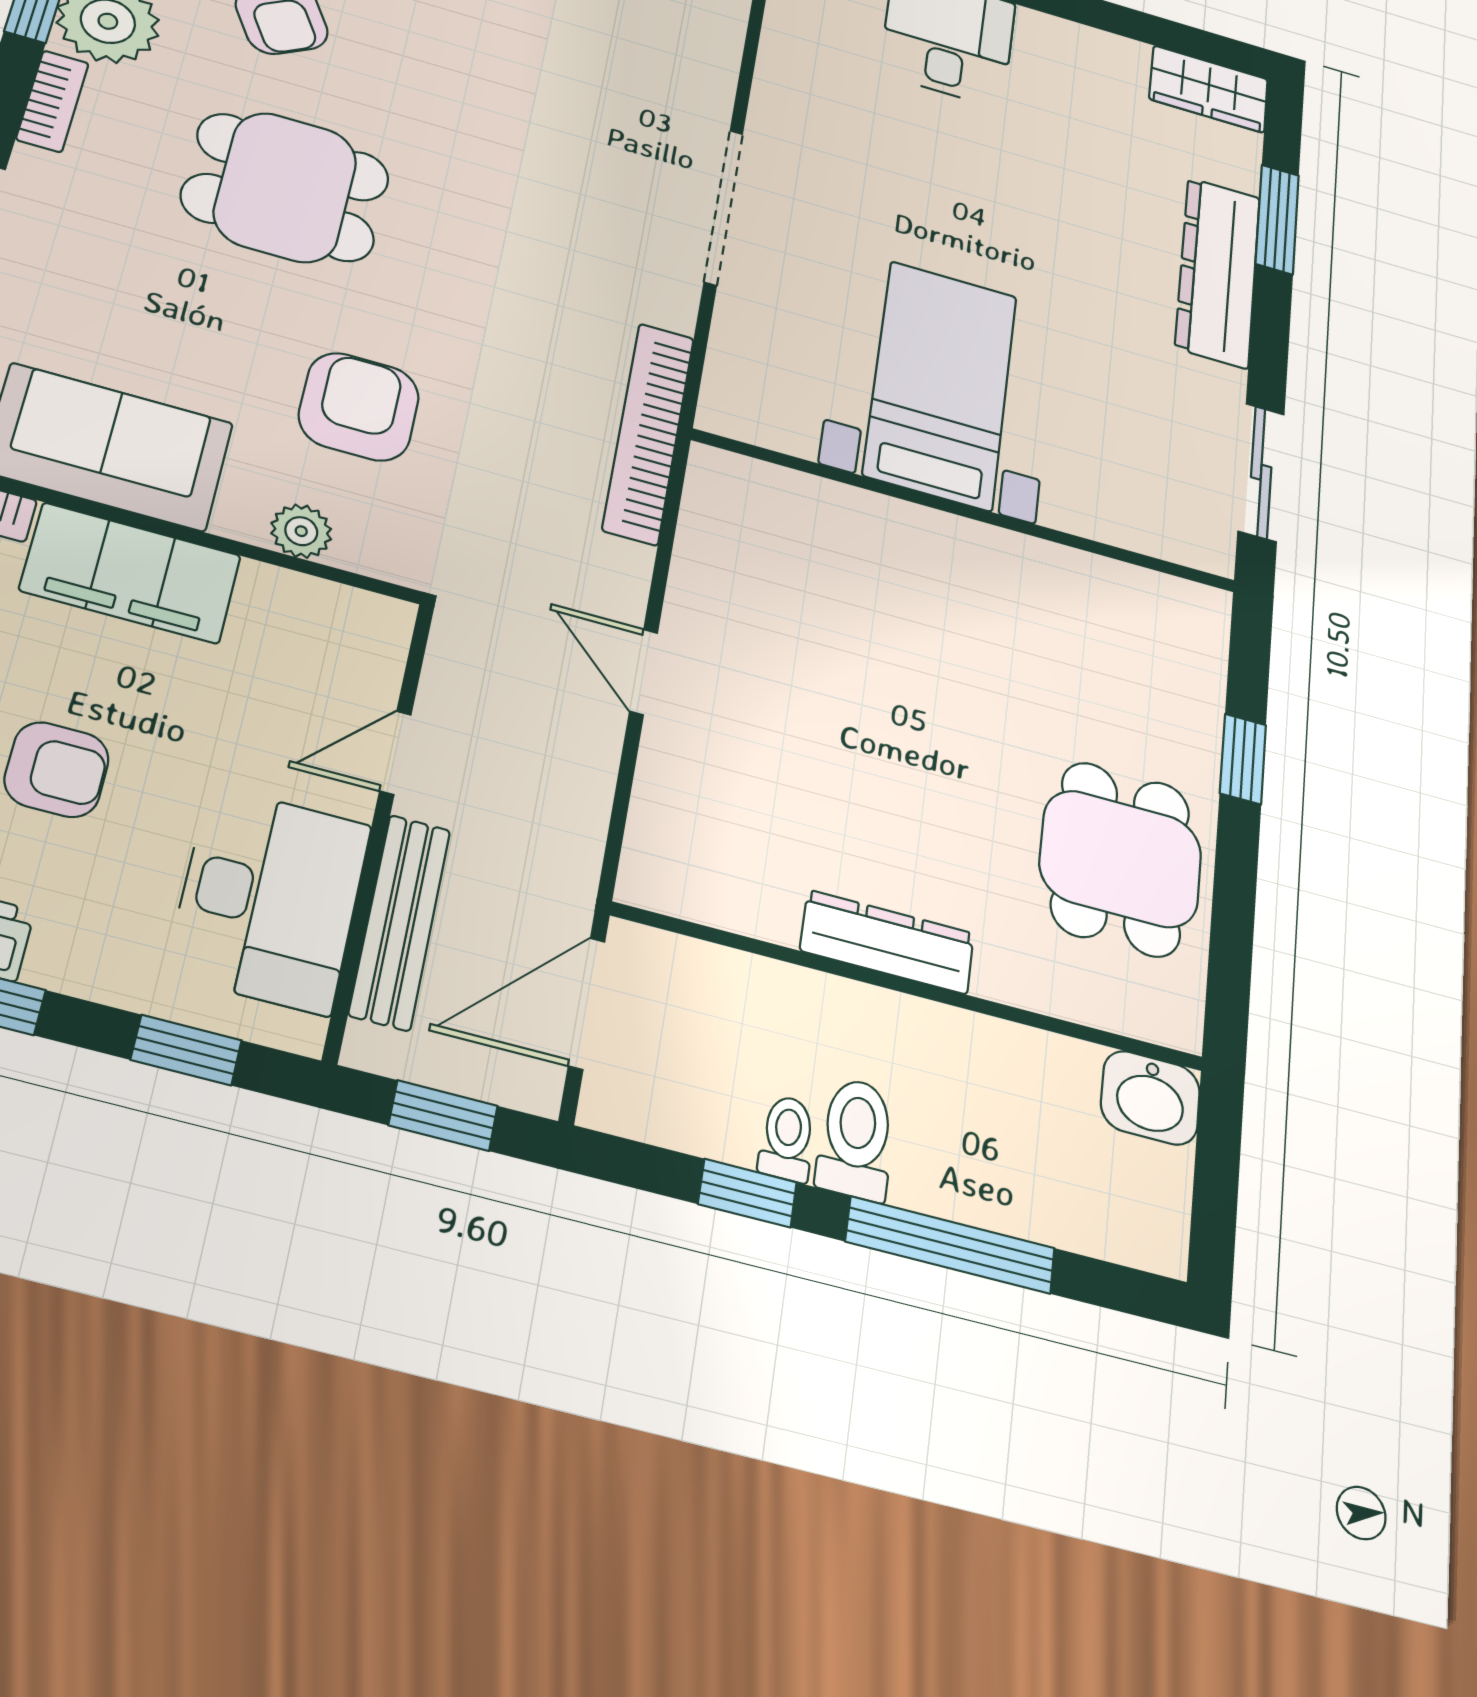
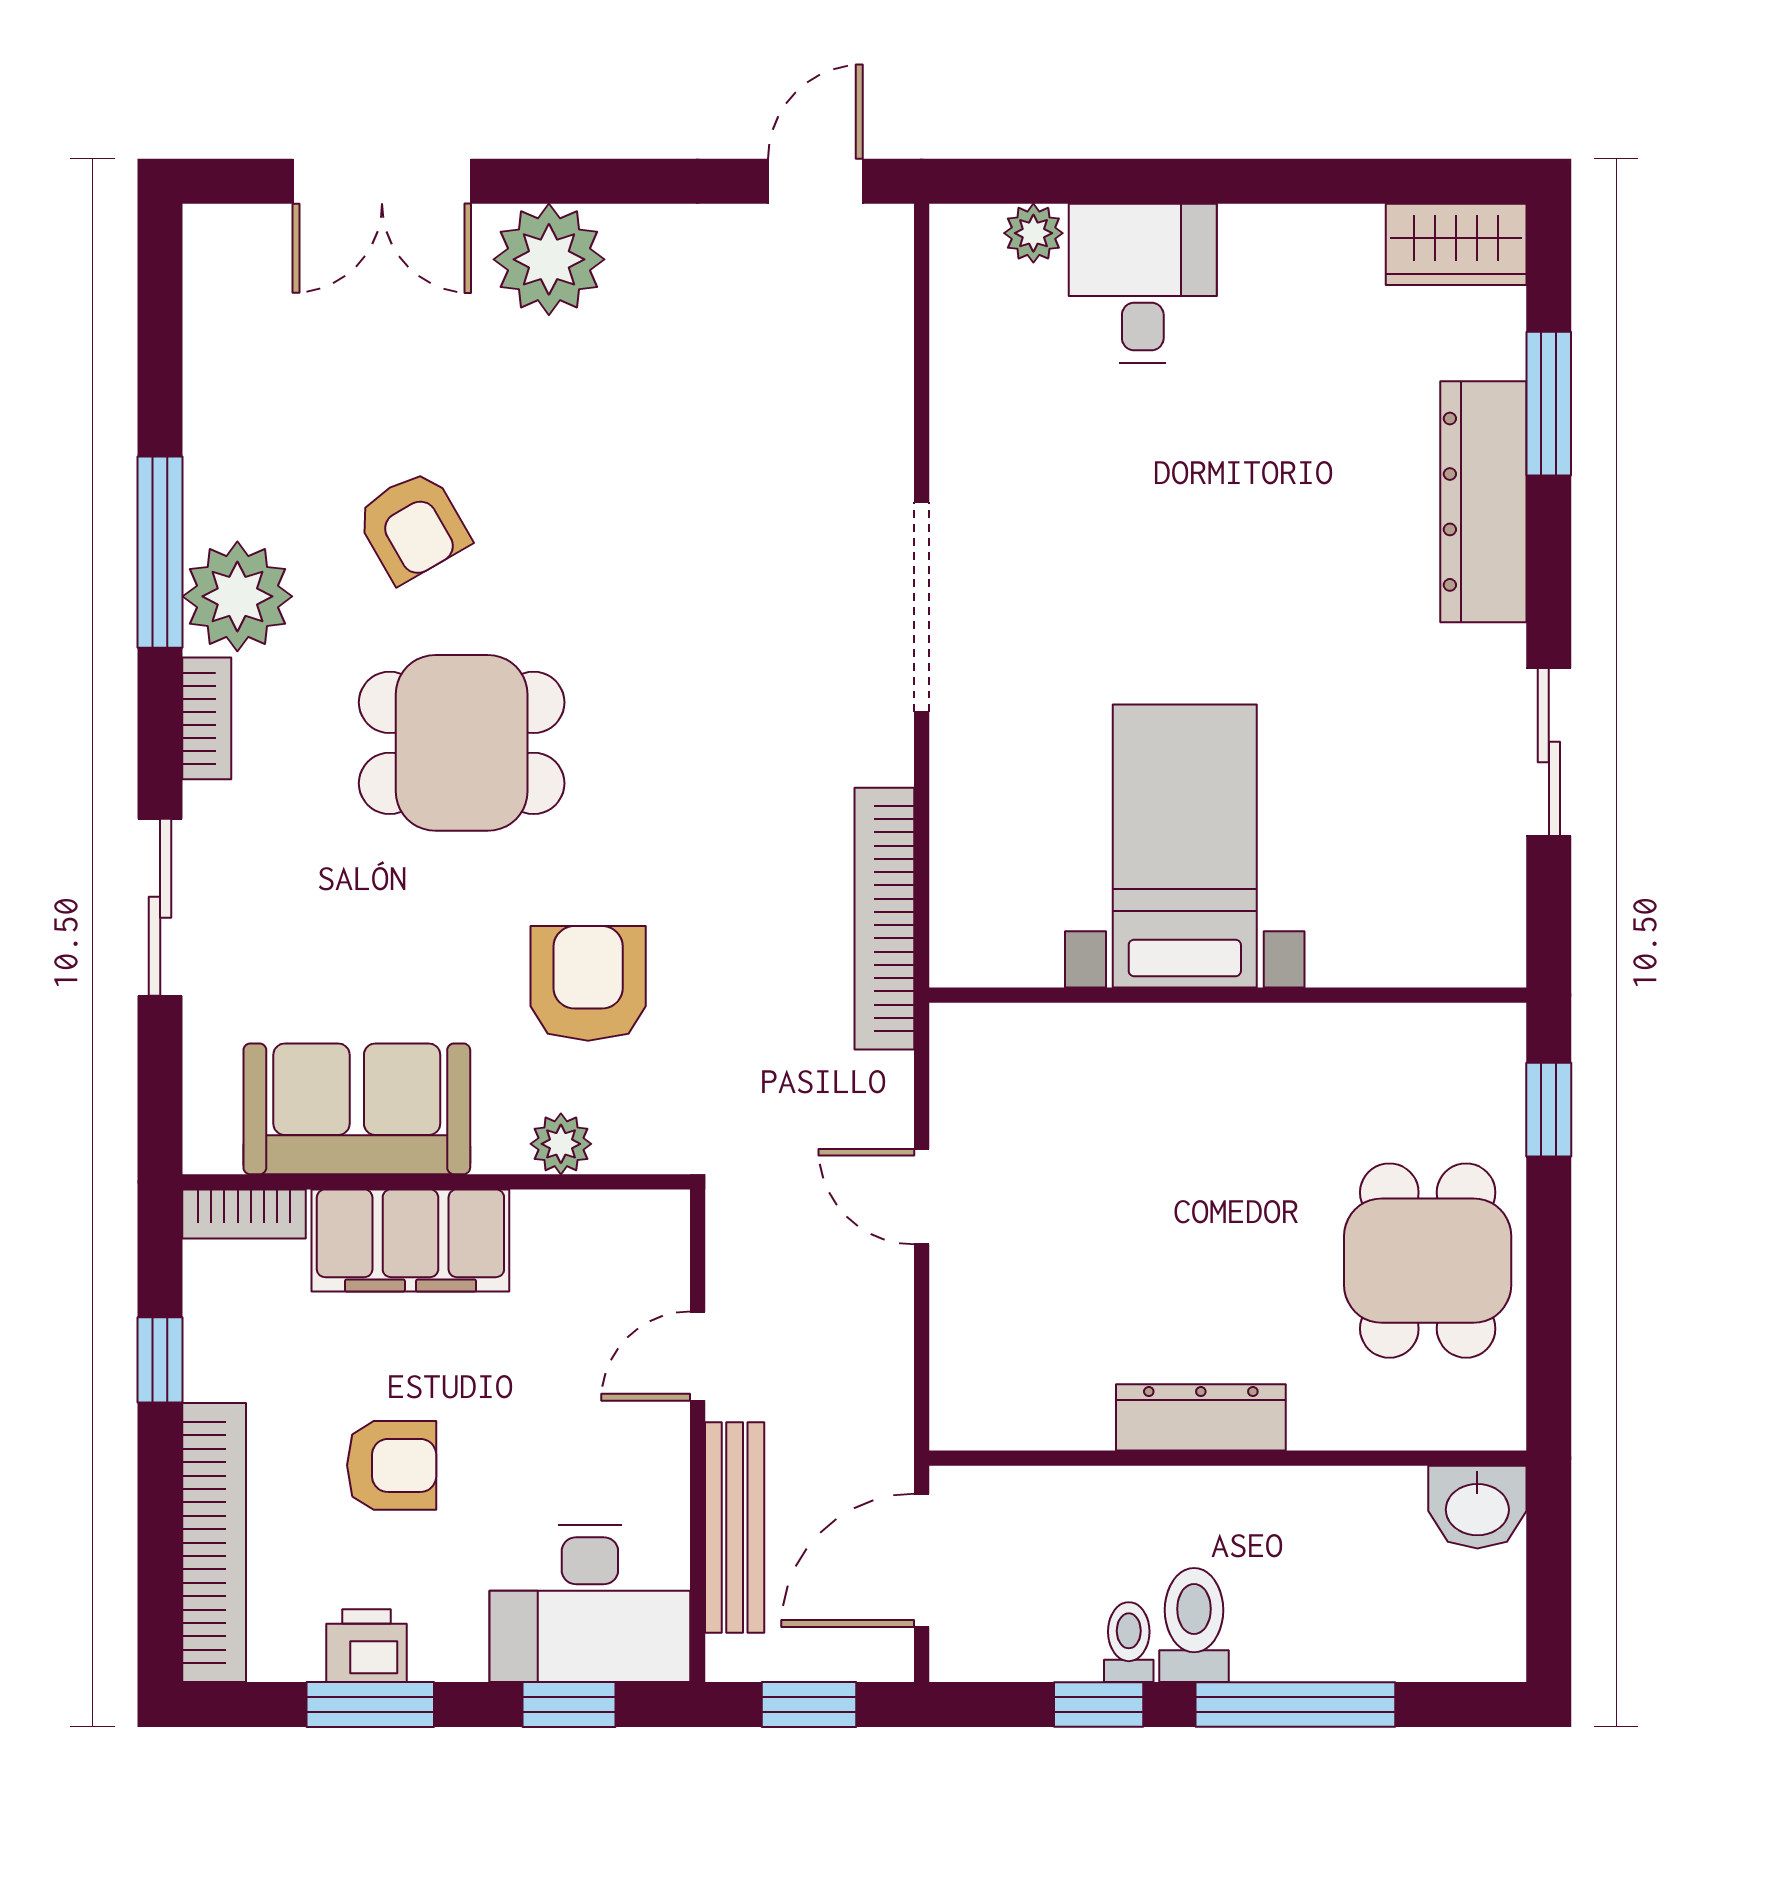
bed with nightstands: (941, 384) -> (1185, 846), moved
wall: (965, 511) -> (1228, 995), moved
desk: (269, 899) -> (590, 1603), moved, turned 90

